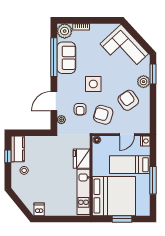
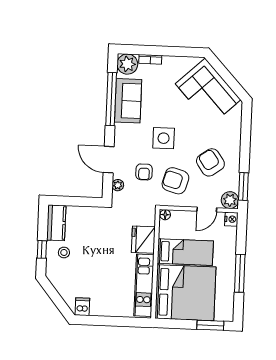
window: (153, 74) -> (243, 186), moved
plant: (144, 82) -> (230, 200), moved
door: (54, 101) -> (109, 160), hinge flipped
window: (8, 156) -> (42, 249), moved
bed: (130, 165) -> (185, 252), moved, turned 180
window: (122, 219) -> (210, 325), moved

